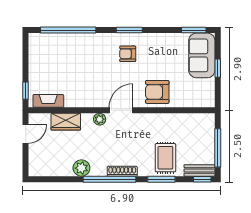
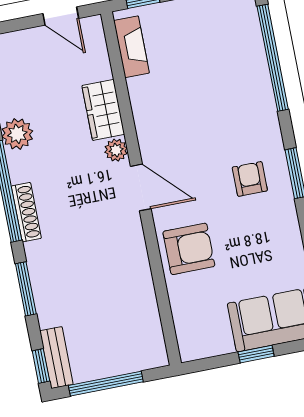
armchair: (157, 92) -> (189, 249), turned 90
wardrobe: (66, 122) -> (103, 110), moved
rug: (165, 158) -> (68, 289), removed

